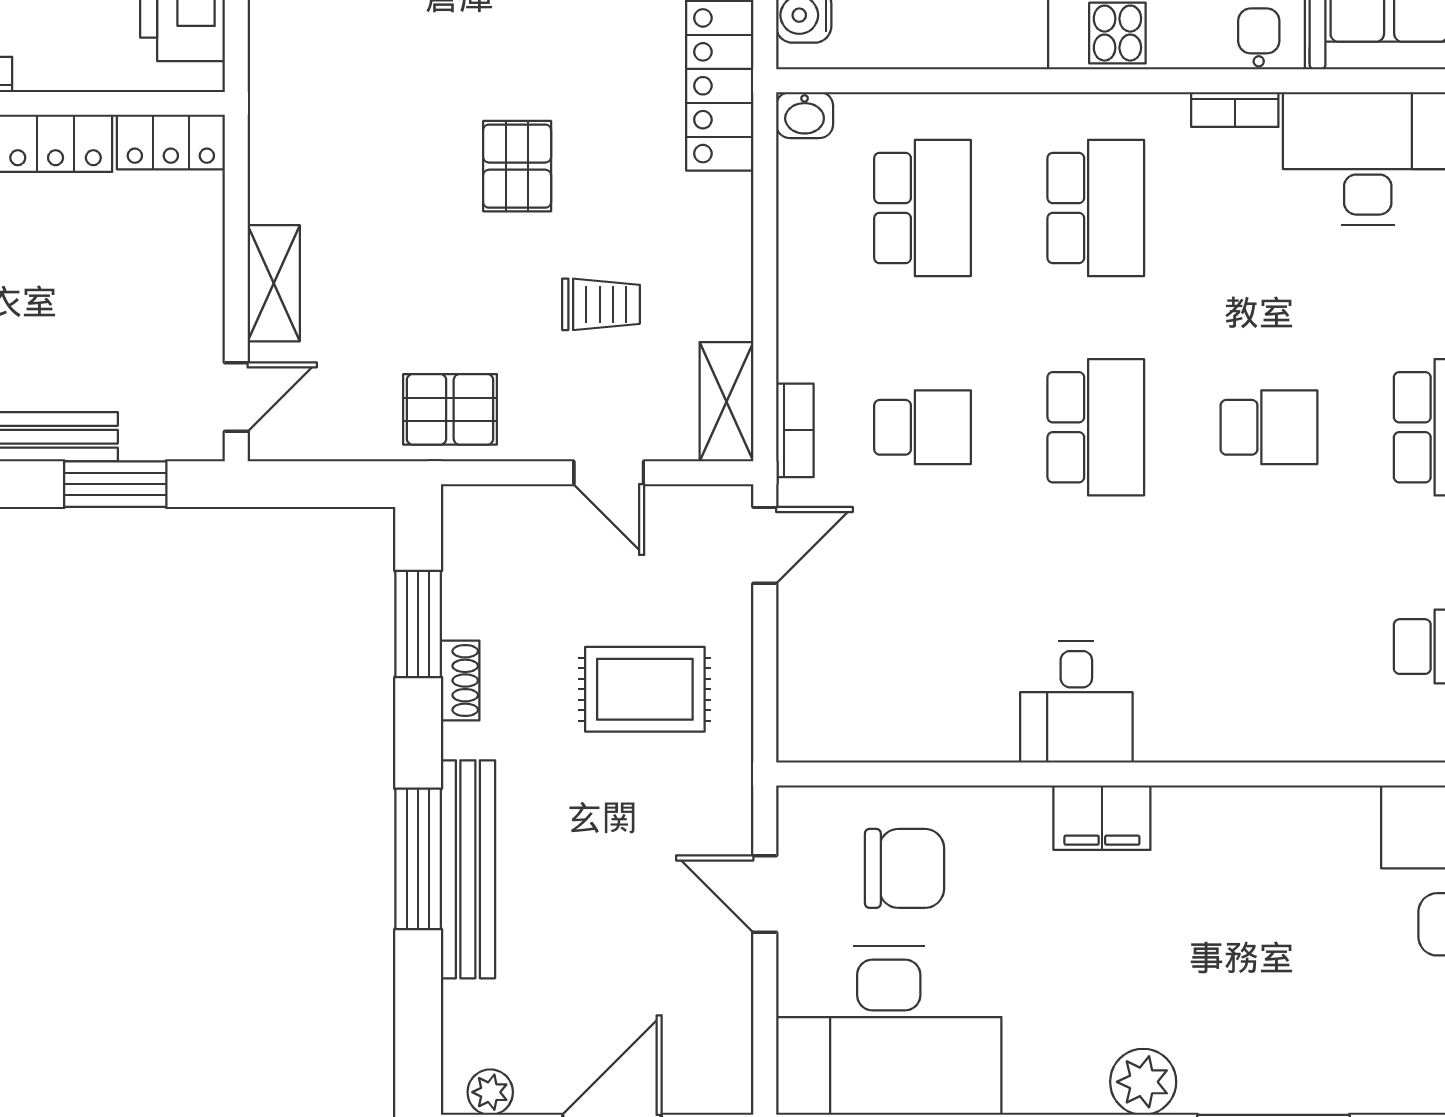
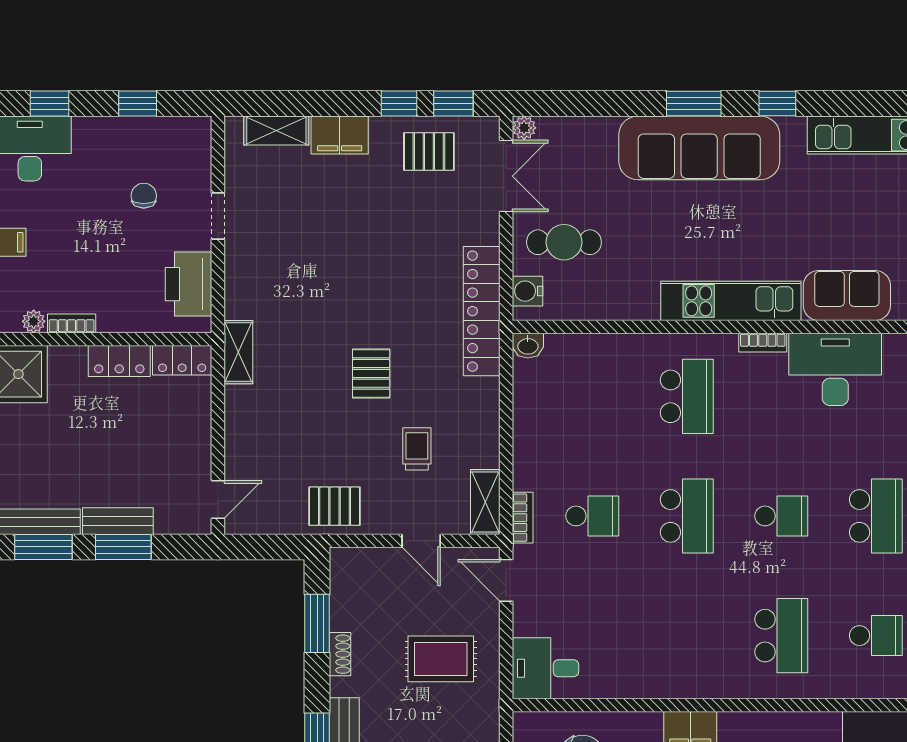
school desk: (922, 208) -> (781, 636), moved
shelving: (274, 283) -> (238, 352), moved
trolley: (601, 304) -> (417, 449), turned -90
window: (115, 484) -> (123, 547), moved
door: (765, 545) -> (506, 580), swing flipped
desk: (1076, 702) -> (545, 668), moved, turned 90

